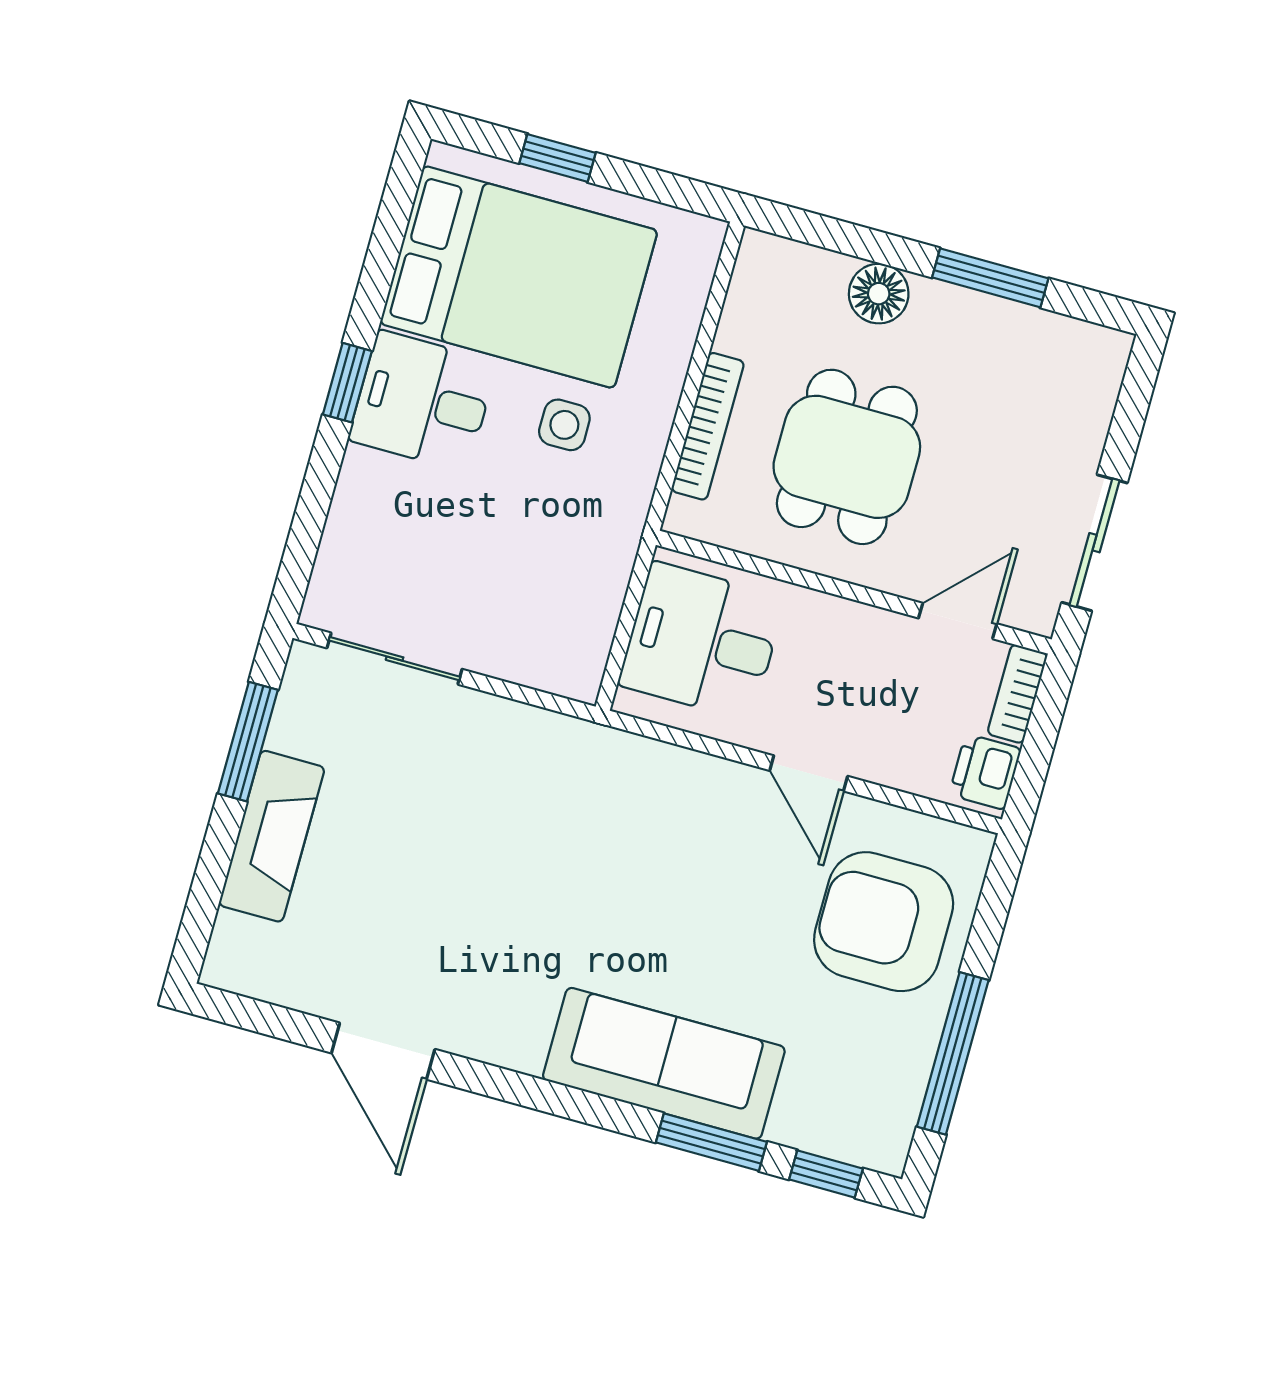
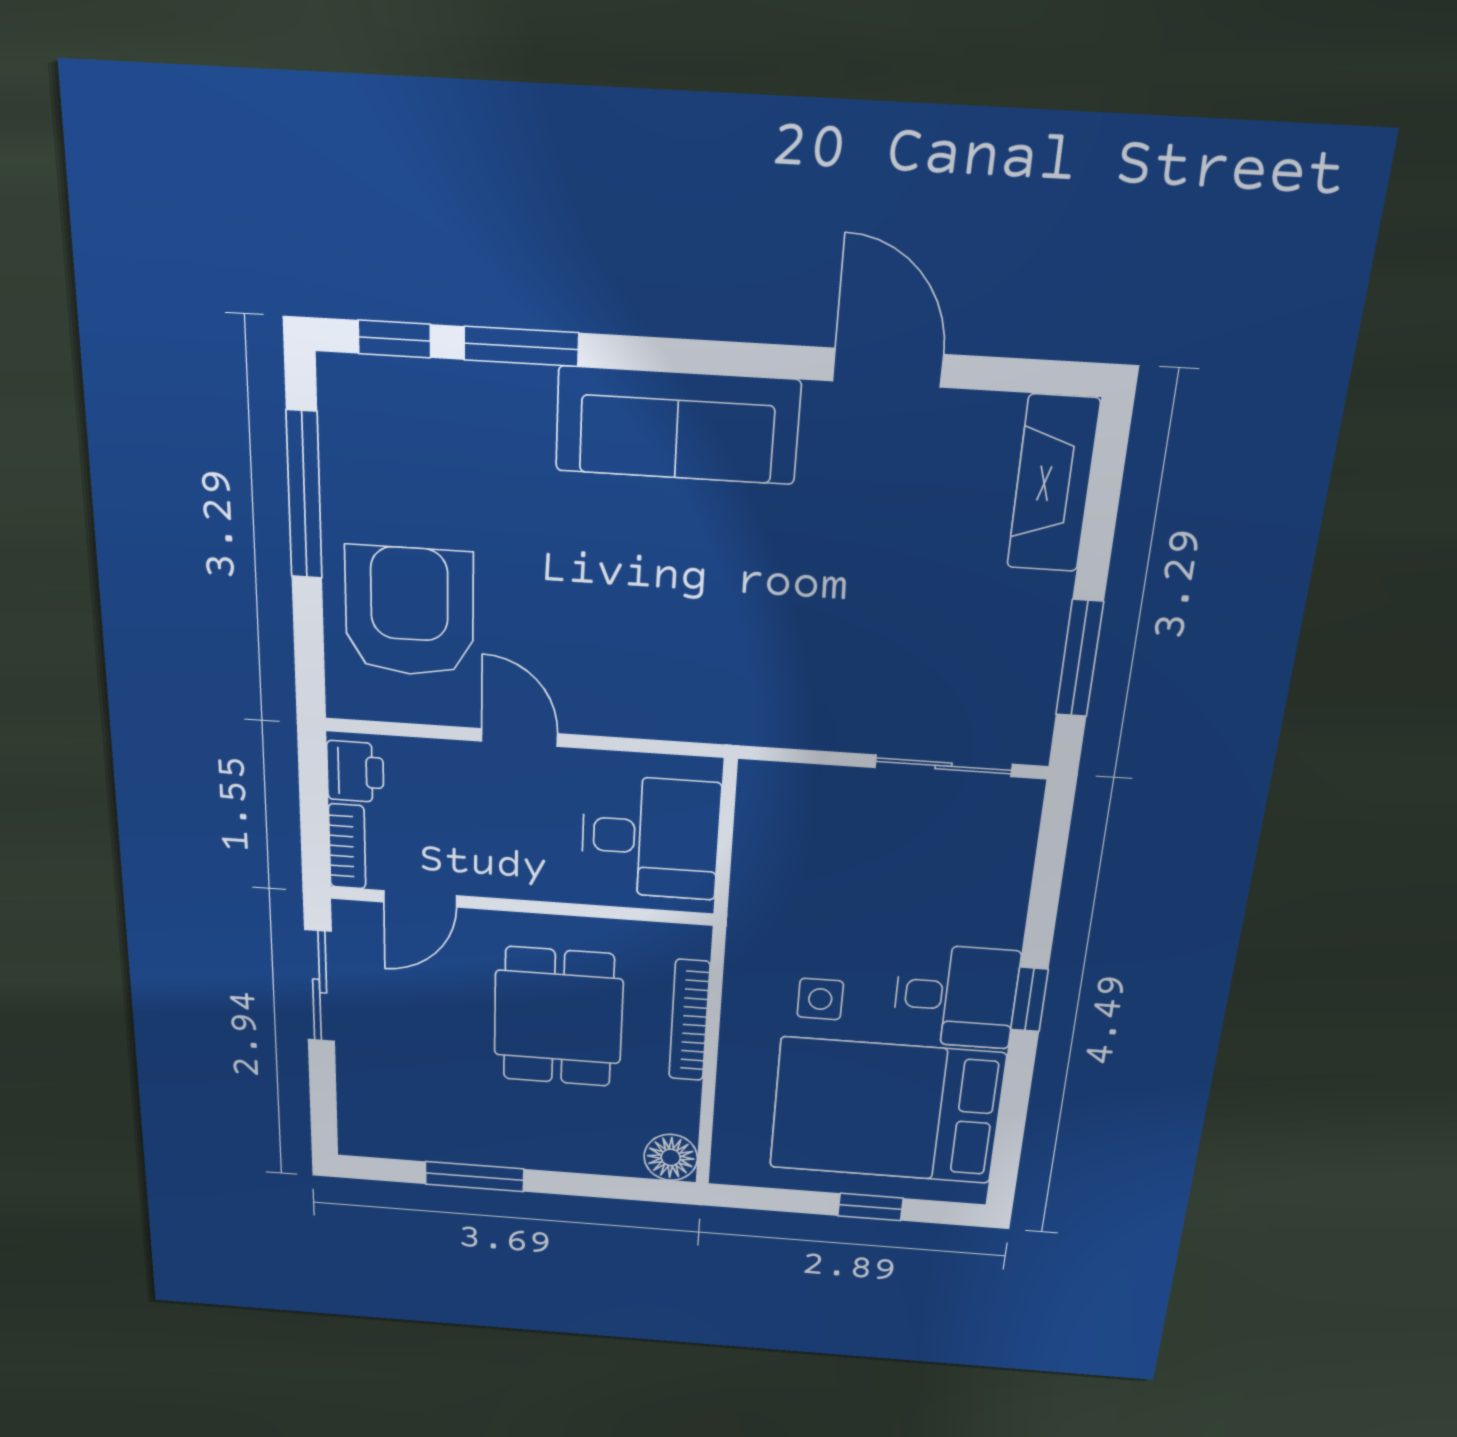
floor lamp: (879, 294) -> (671, 1157), moved
fireplace: (272, 836) -> (1053, 484), moved
armchair: (884, 922) -> (409, 612), turned -90
sofa: (664, 1063) -> (677, 425), moved

